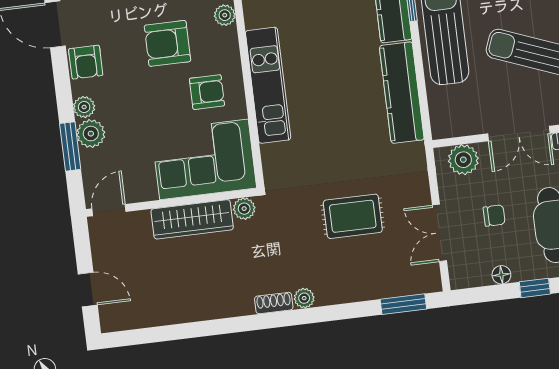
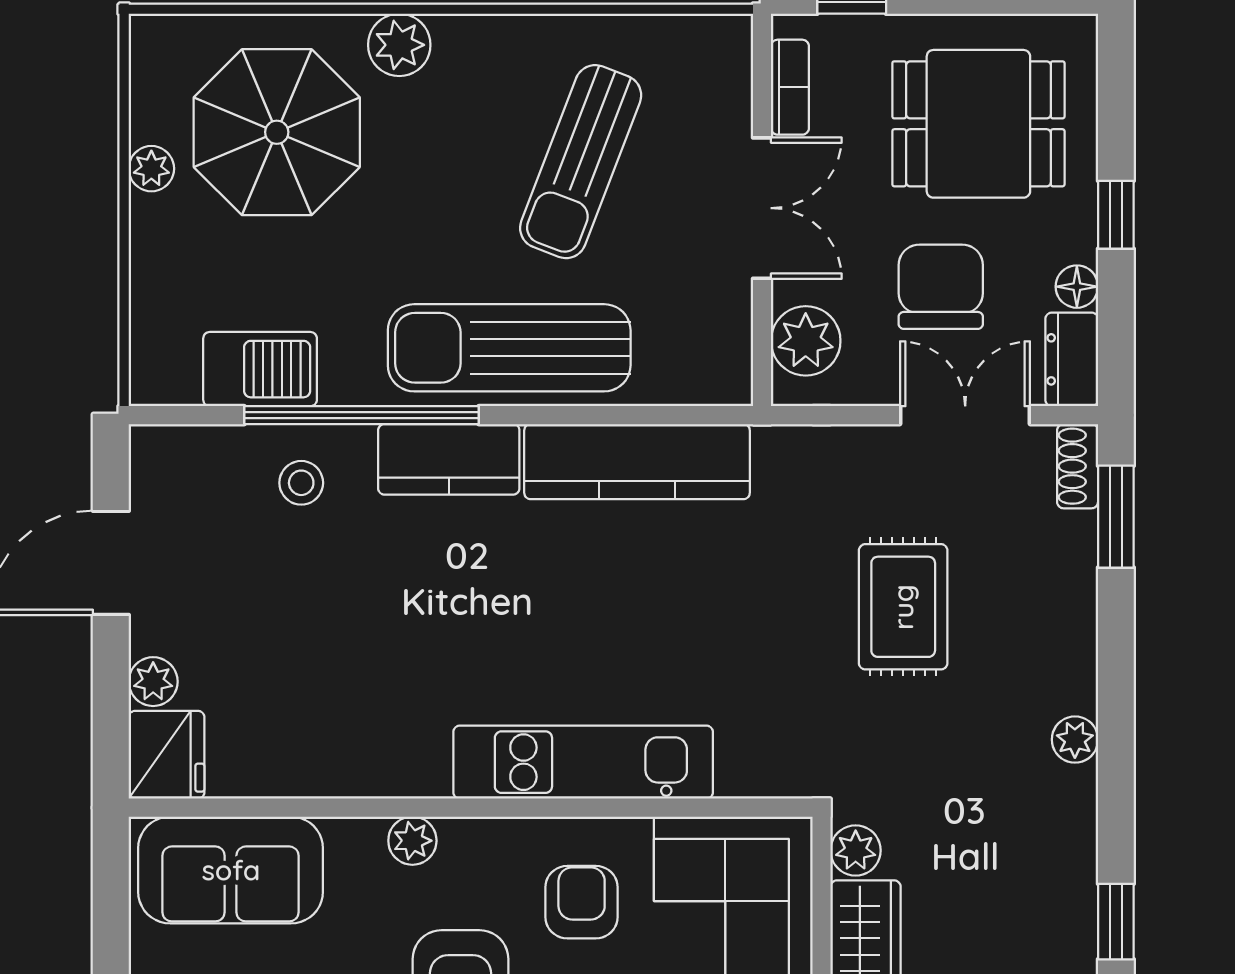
chair: (494, 216) -> (941, 287), width x1.87, depth x1.87
double door: (440, 233) -> (965, 415), swing flipped
dresser: (469, 276) -> (1072, 359), added
shoe rack: (274, 303) -> (1078, 466), moved
window: (227, 326) -> (1116, 922), added

